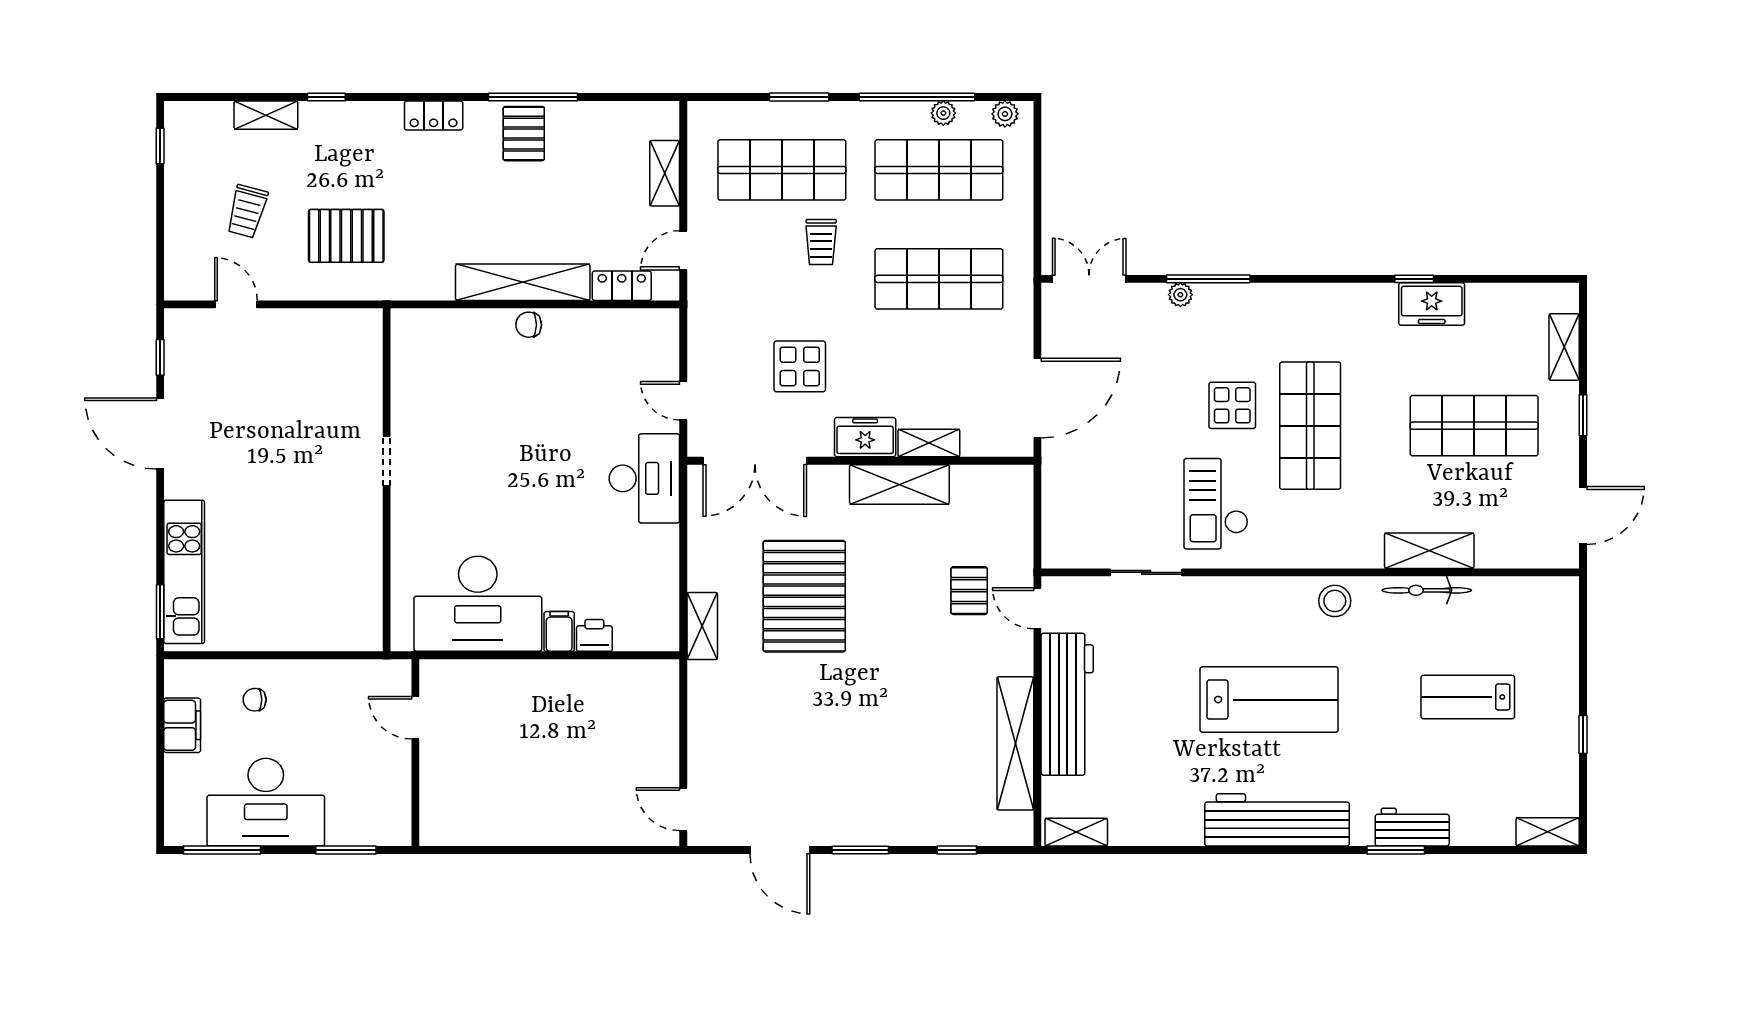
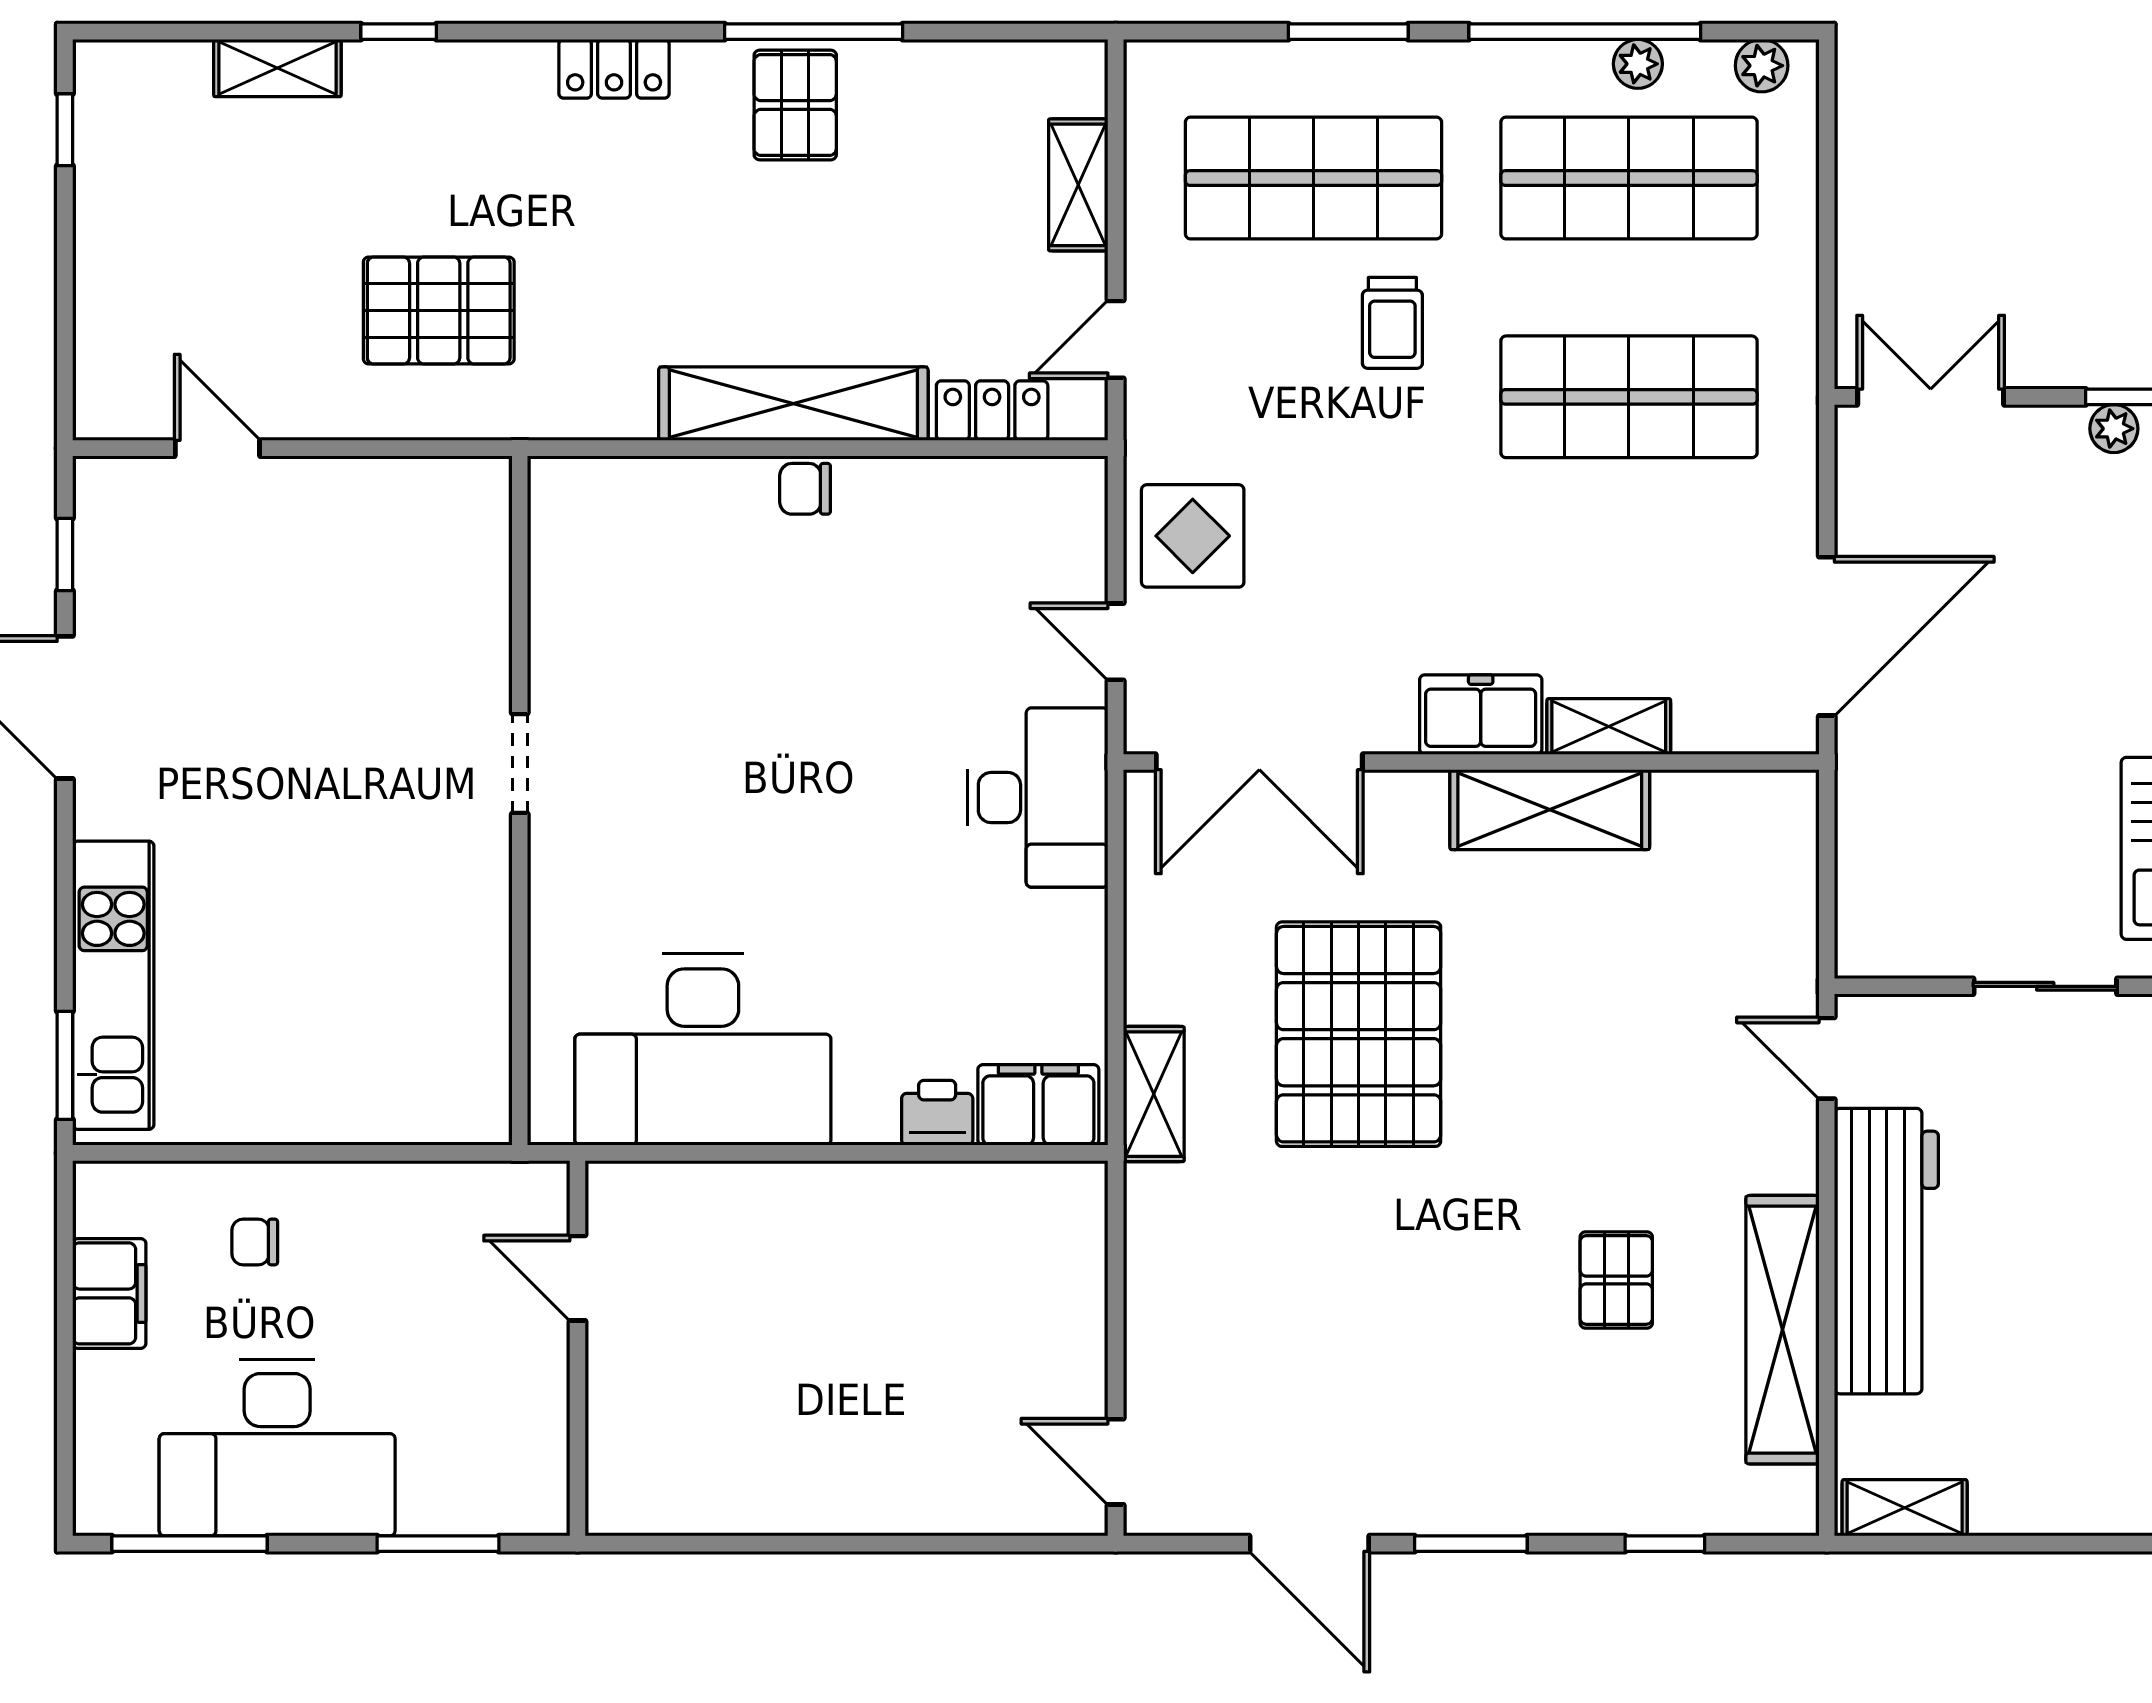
trolley: (247, 211) -> (240, 261), removed
display table: (800, 366) -> (1193, 536), moved
pallet: (969, 591) -> (1616, 1280), moved
filing cabinet: (559, 631) -> (1038, 1105), moved, width x2.00

